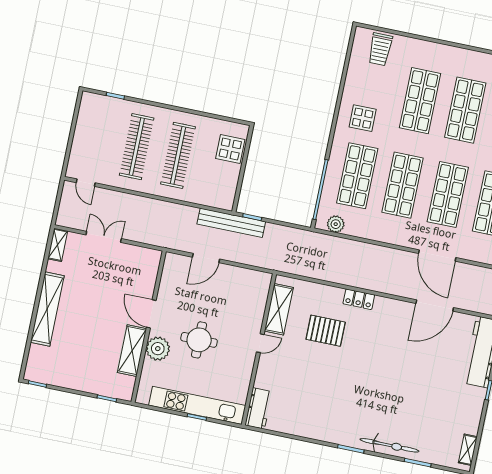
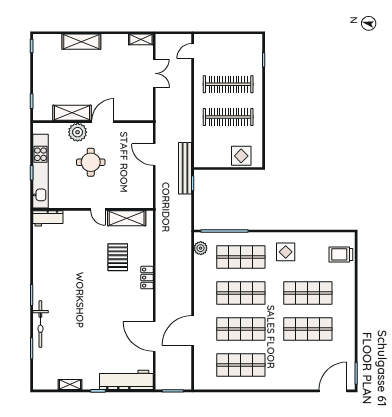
shelving: (47, 309) -> (81, 42), width x0.68
shelving: (468, 450) -> (70, 384), moved

